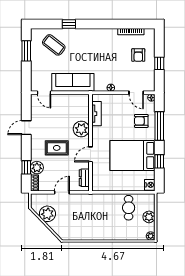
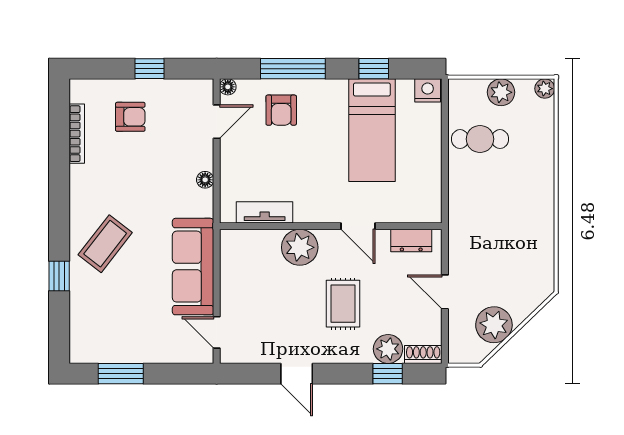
coffee table: (54, 45) -> (105, 244), moved
door: (44, 93) -> (217, 332), swing flipped
bed: (132, 155) -> (372, 130), width x0.67

